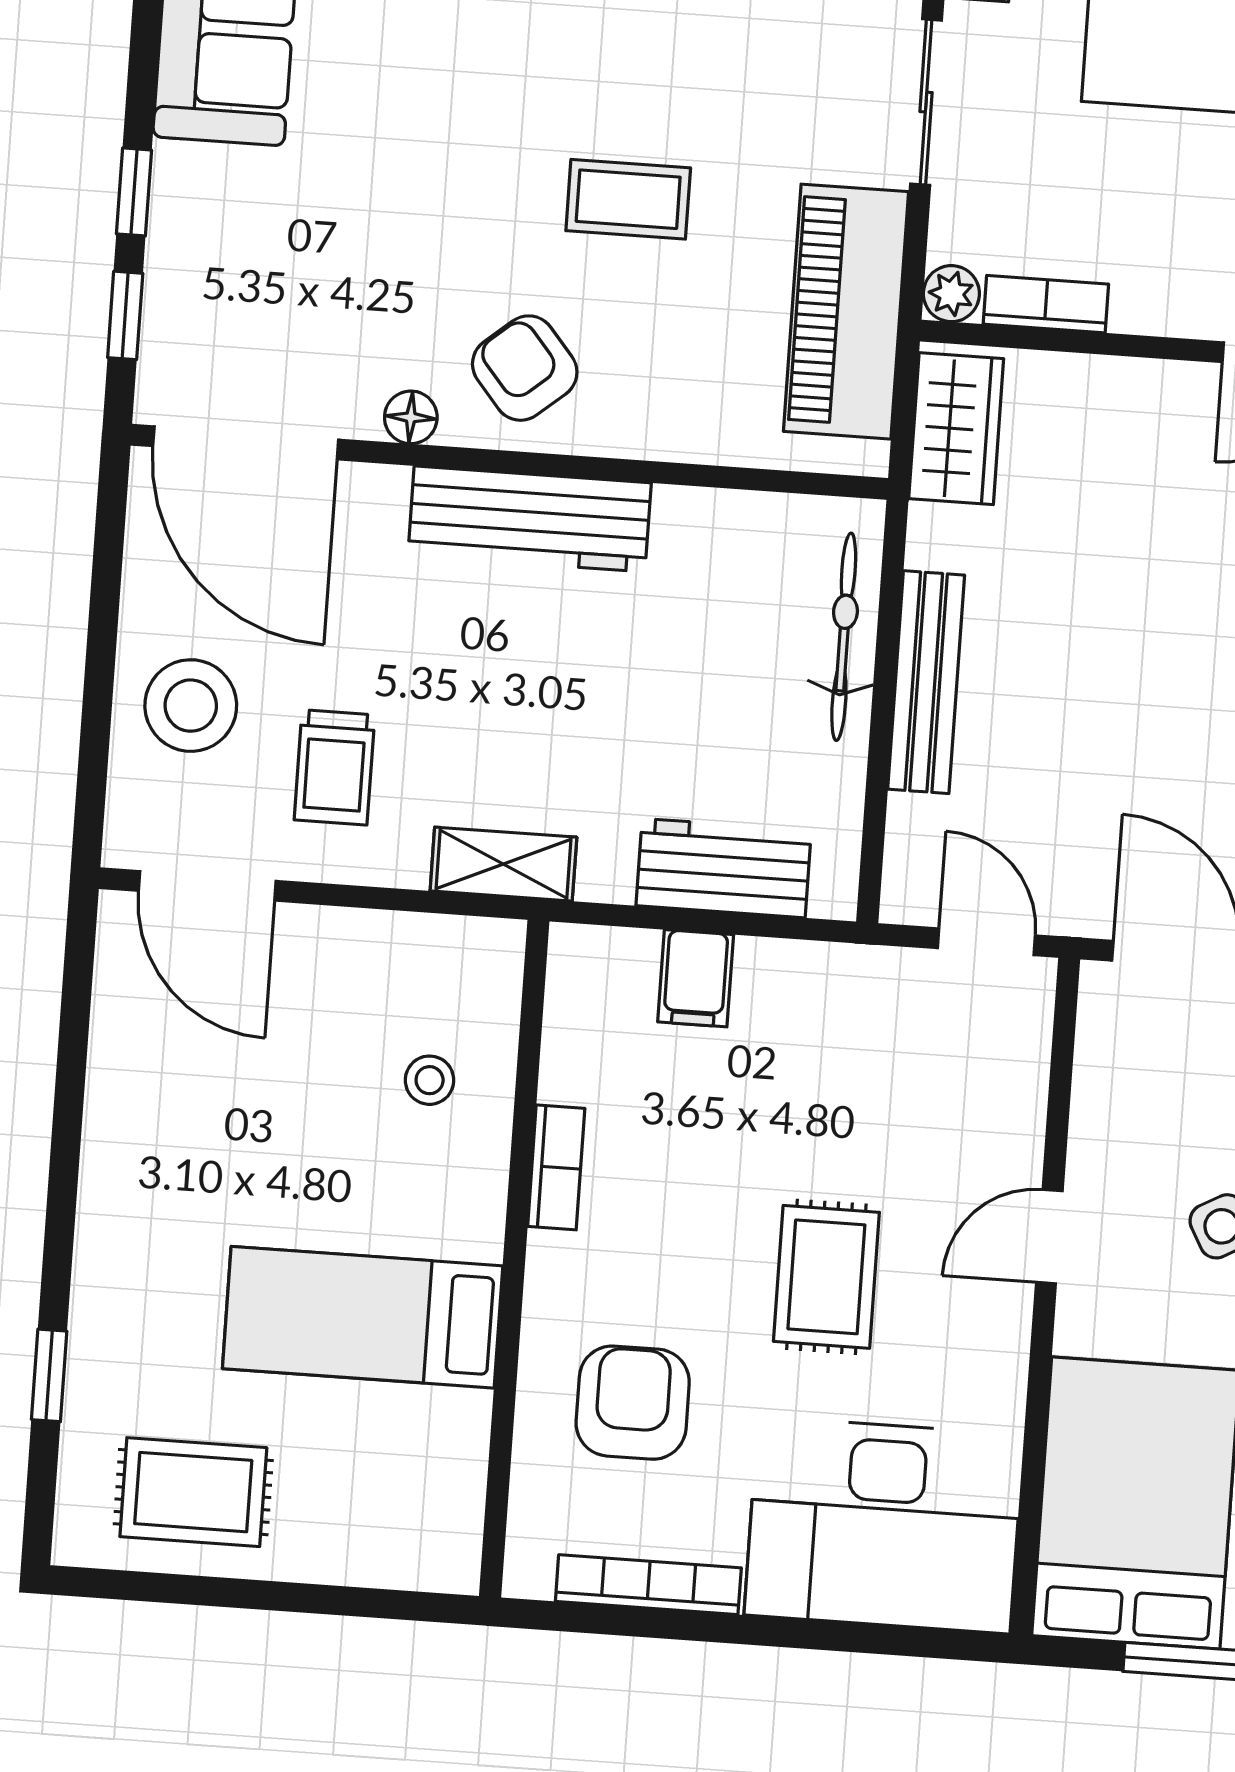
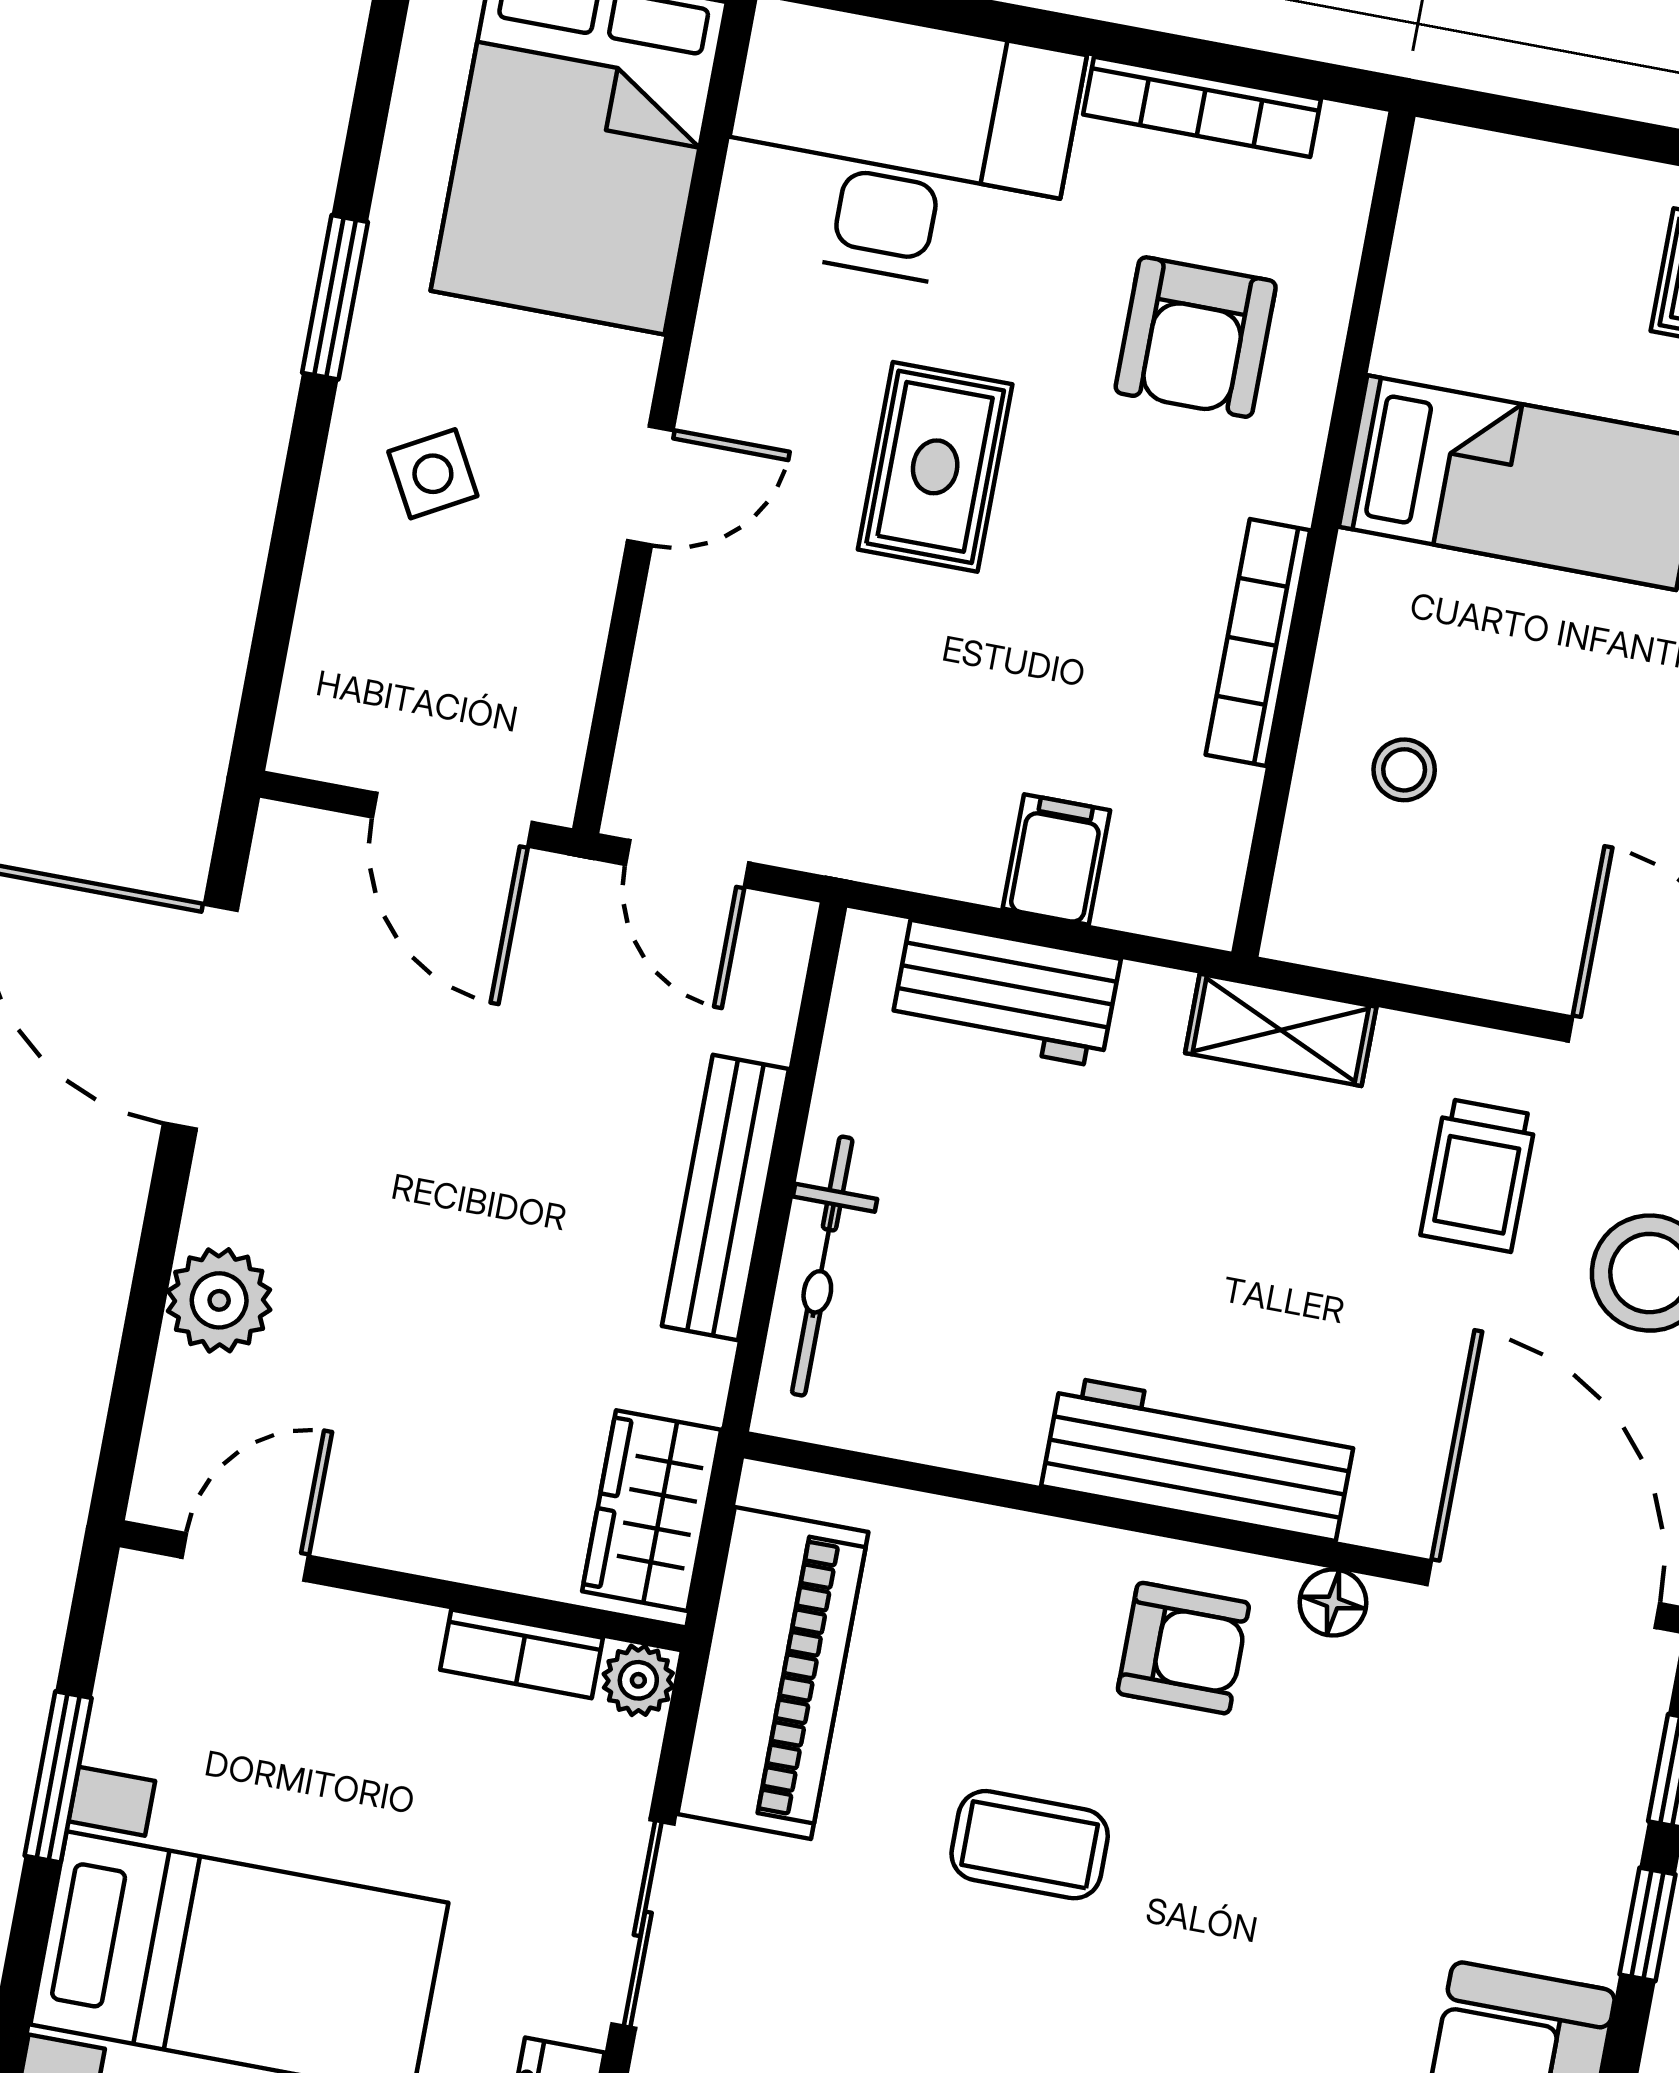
armchair: (525, 368) -> (1183, 1648), turned -50
trolley: (334, 767) -> (1478, 1175), turned 180
bookcase: (556, 1167) -> (1258, 642), width x1.56

